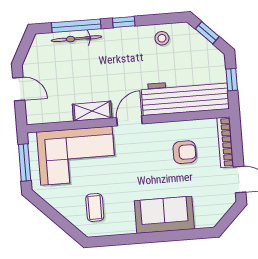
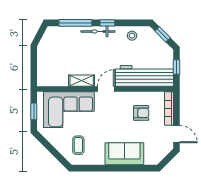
bicycle: (77, 39) -> (98, 31), moved
door: (19, 89) -> (34, 62), removed
window: (25, 162) -> (34, 111), width x0.67

